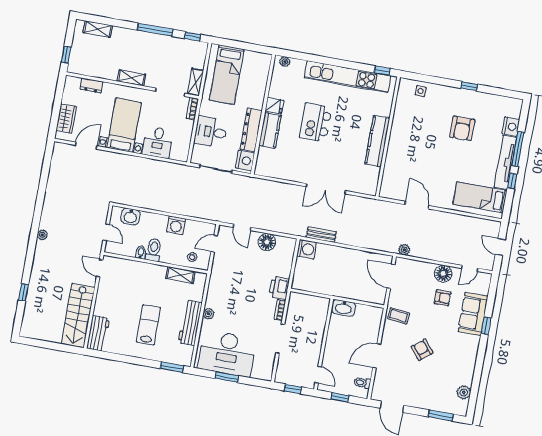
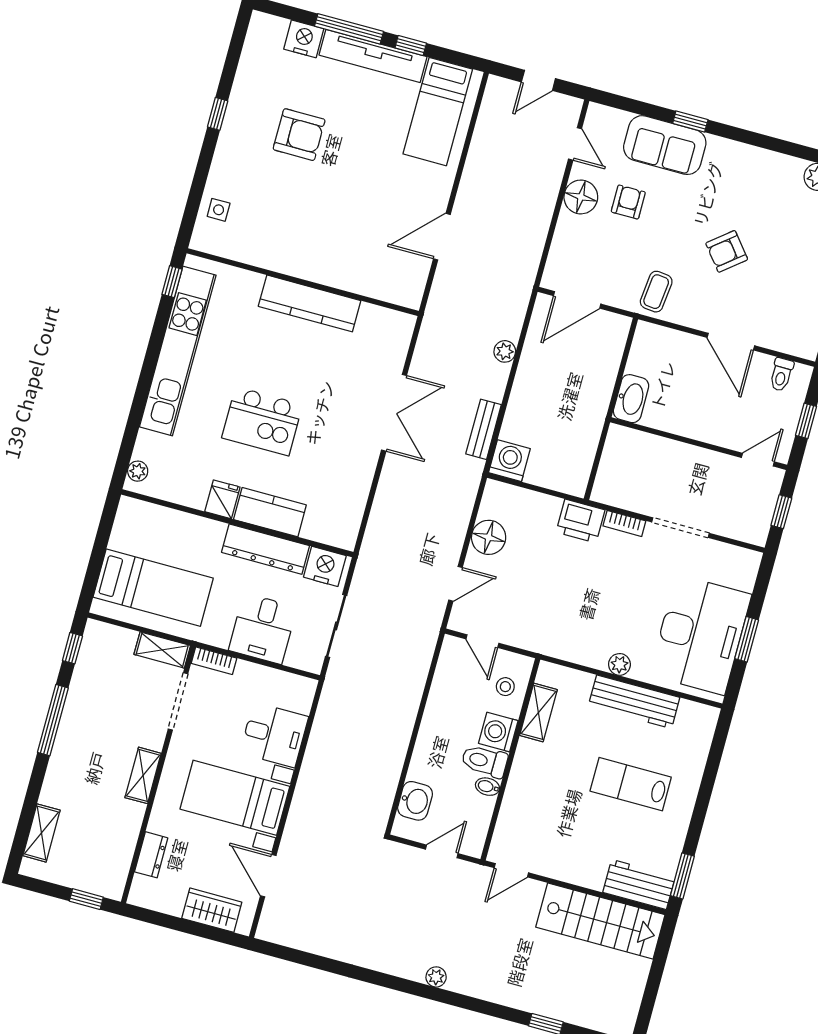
washing machine: (176, 225) -> (498, 732), moved, turned 180
plant: (404, 250) -> (505, 351), moved
window: (172, 367) -> (682, 876), moved

